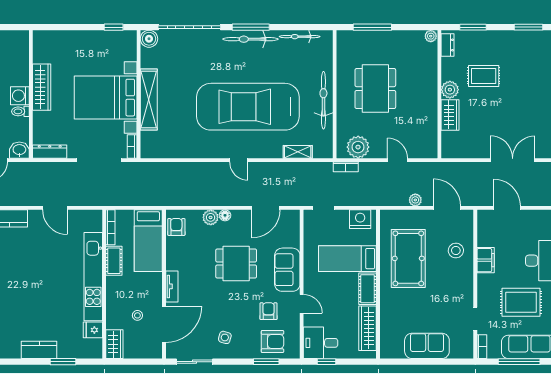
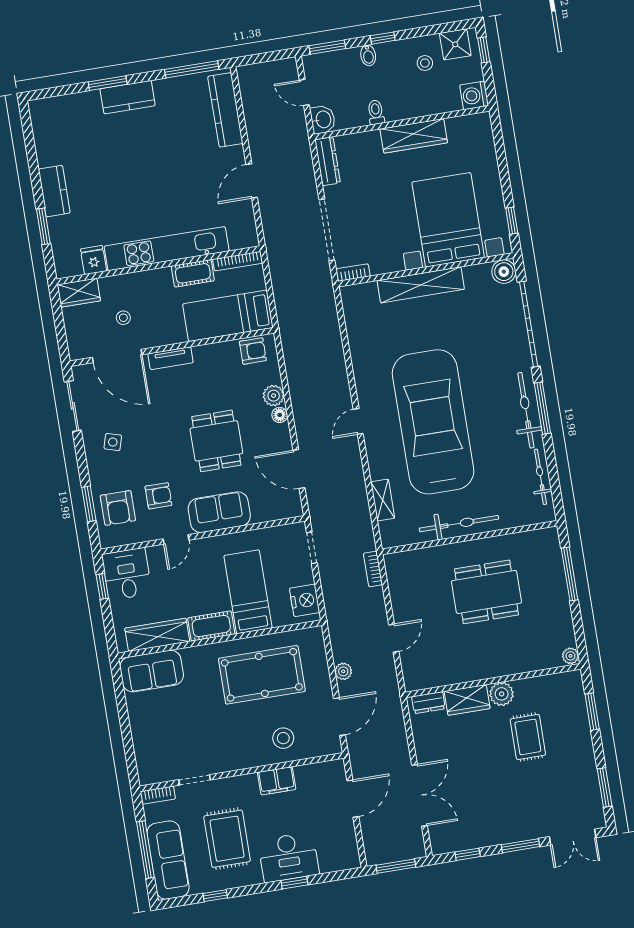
dresser: (448, 45) -> (428, 703), moved
washing machine: (20, 96) -> (474, 95), moved, turned -90
bed with nightstands: (106, 98) -> (448, 220), moved
plant: (358, 147) -> (403, 581), removed
sofa: (427, 346) -> (152, 671), moved, turned 90

